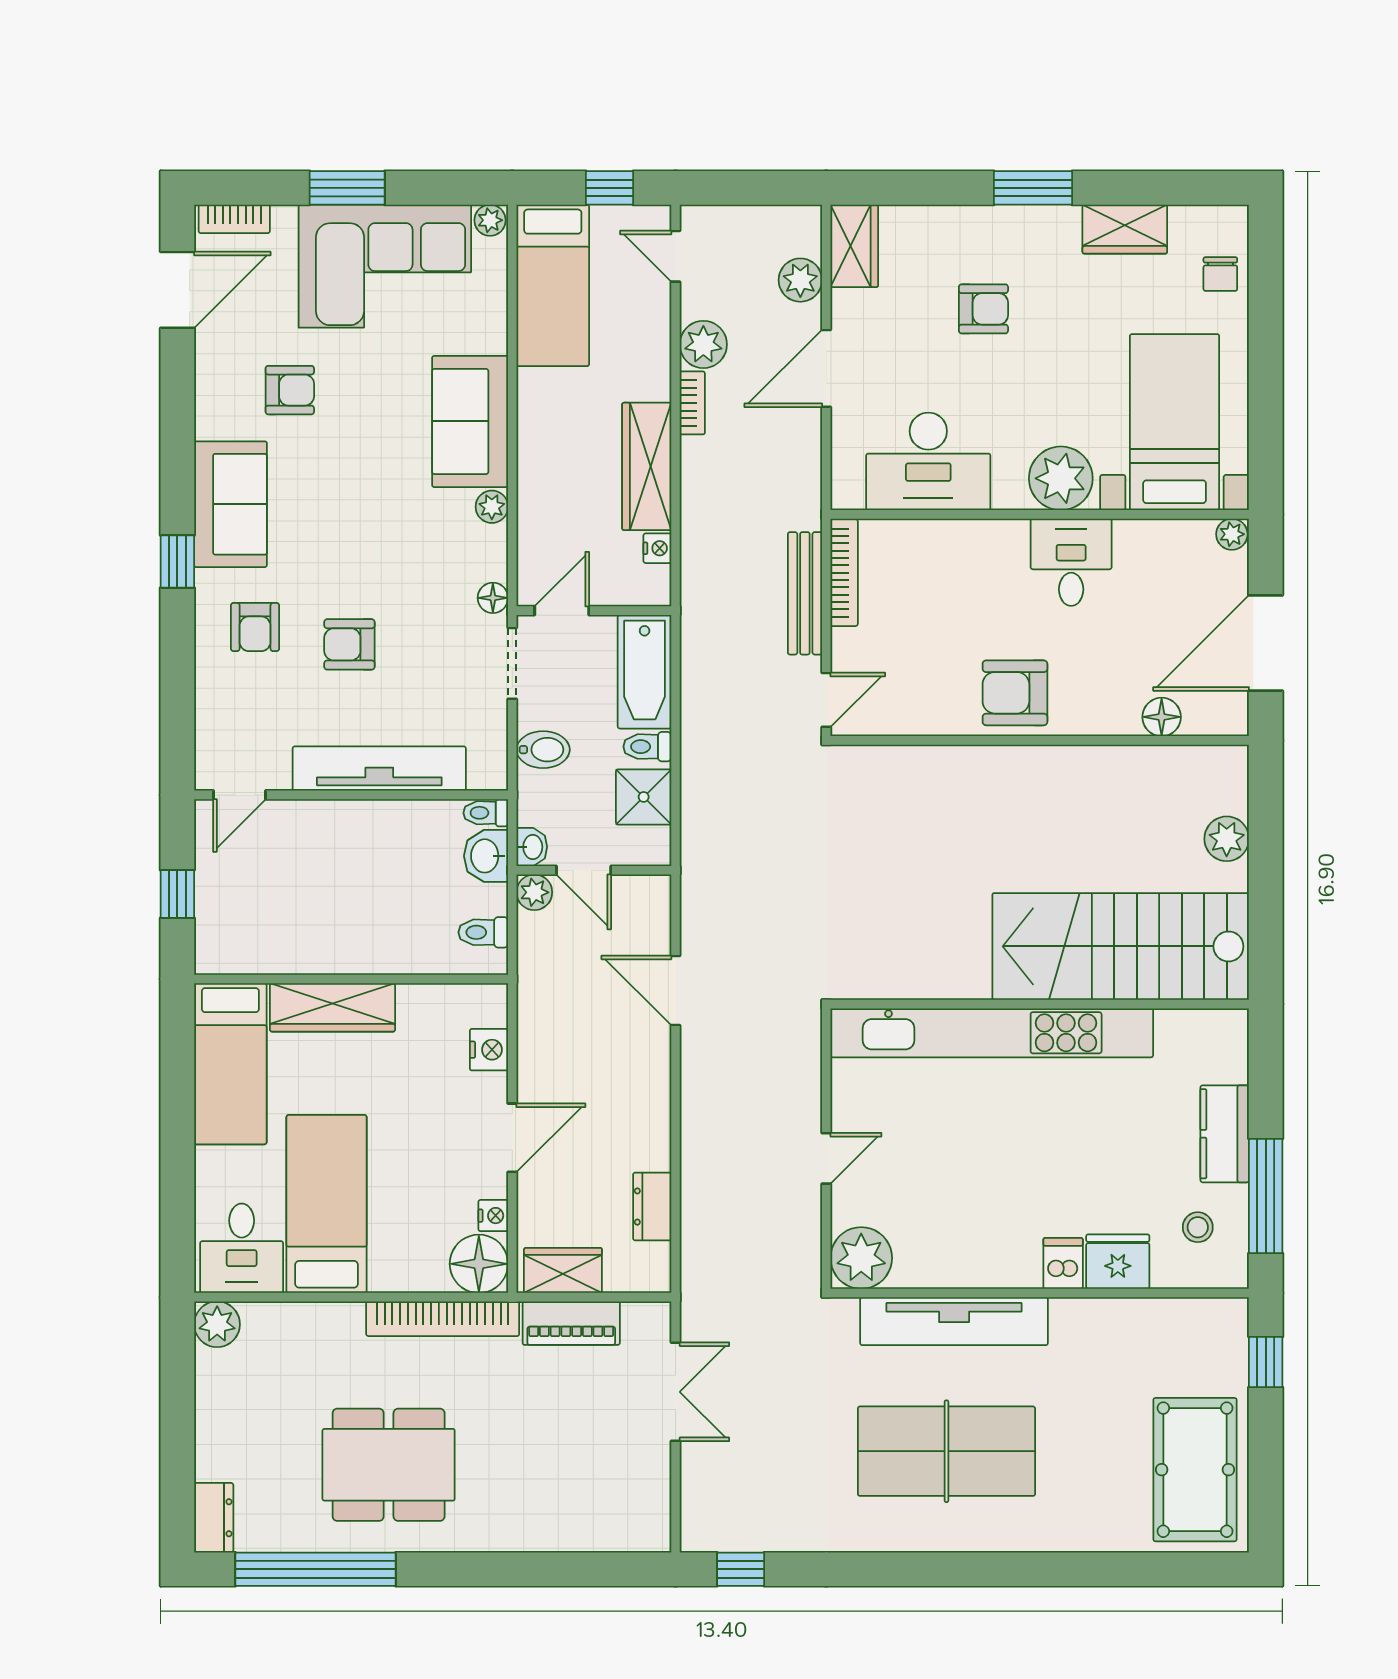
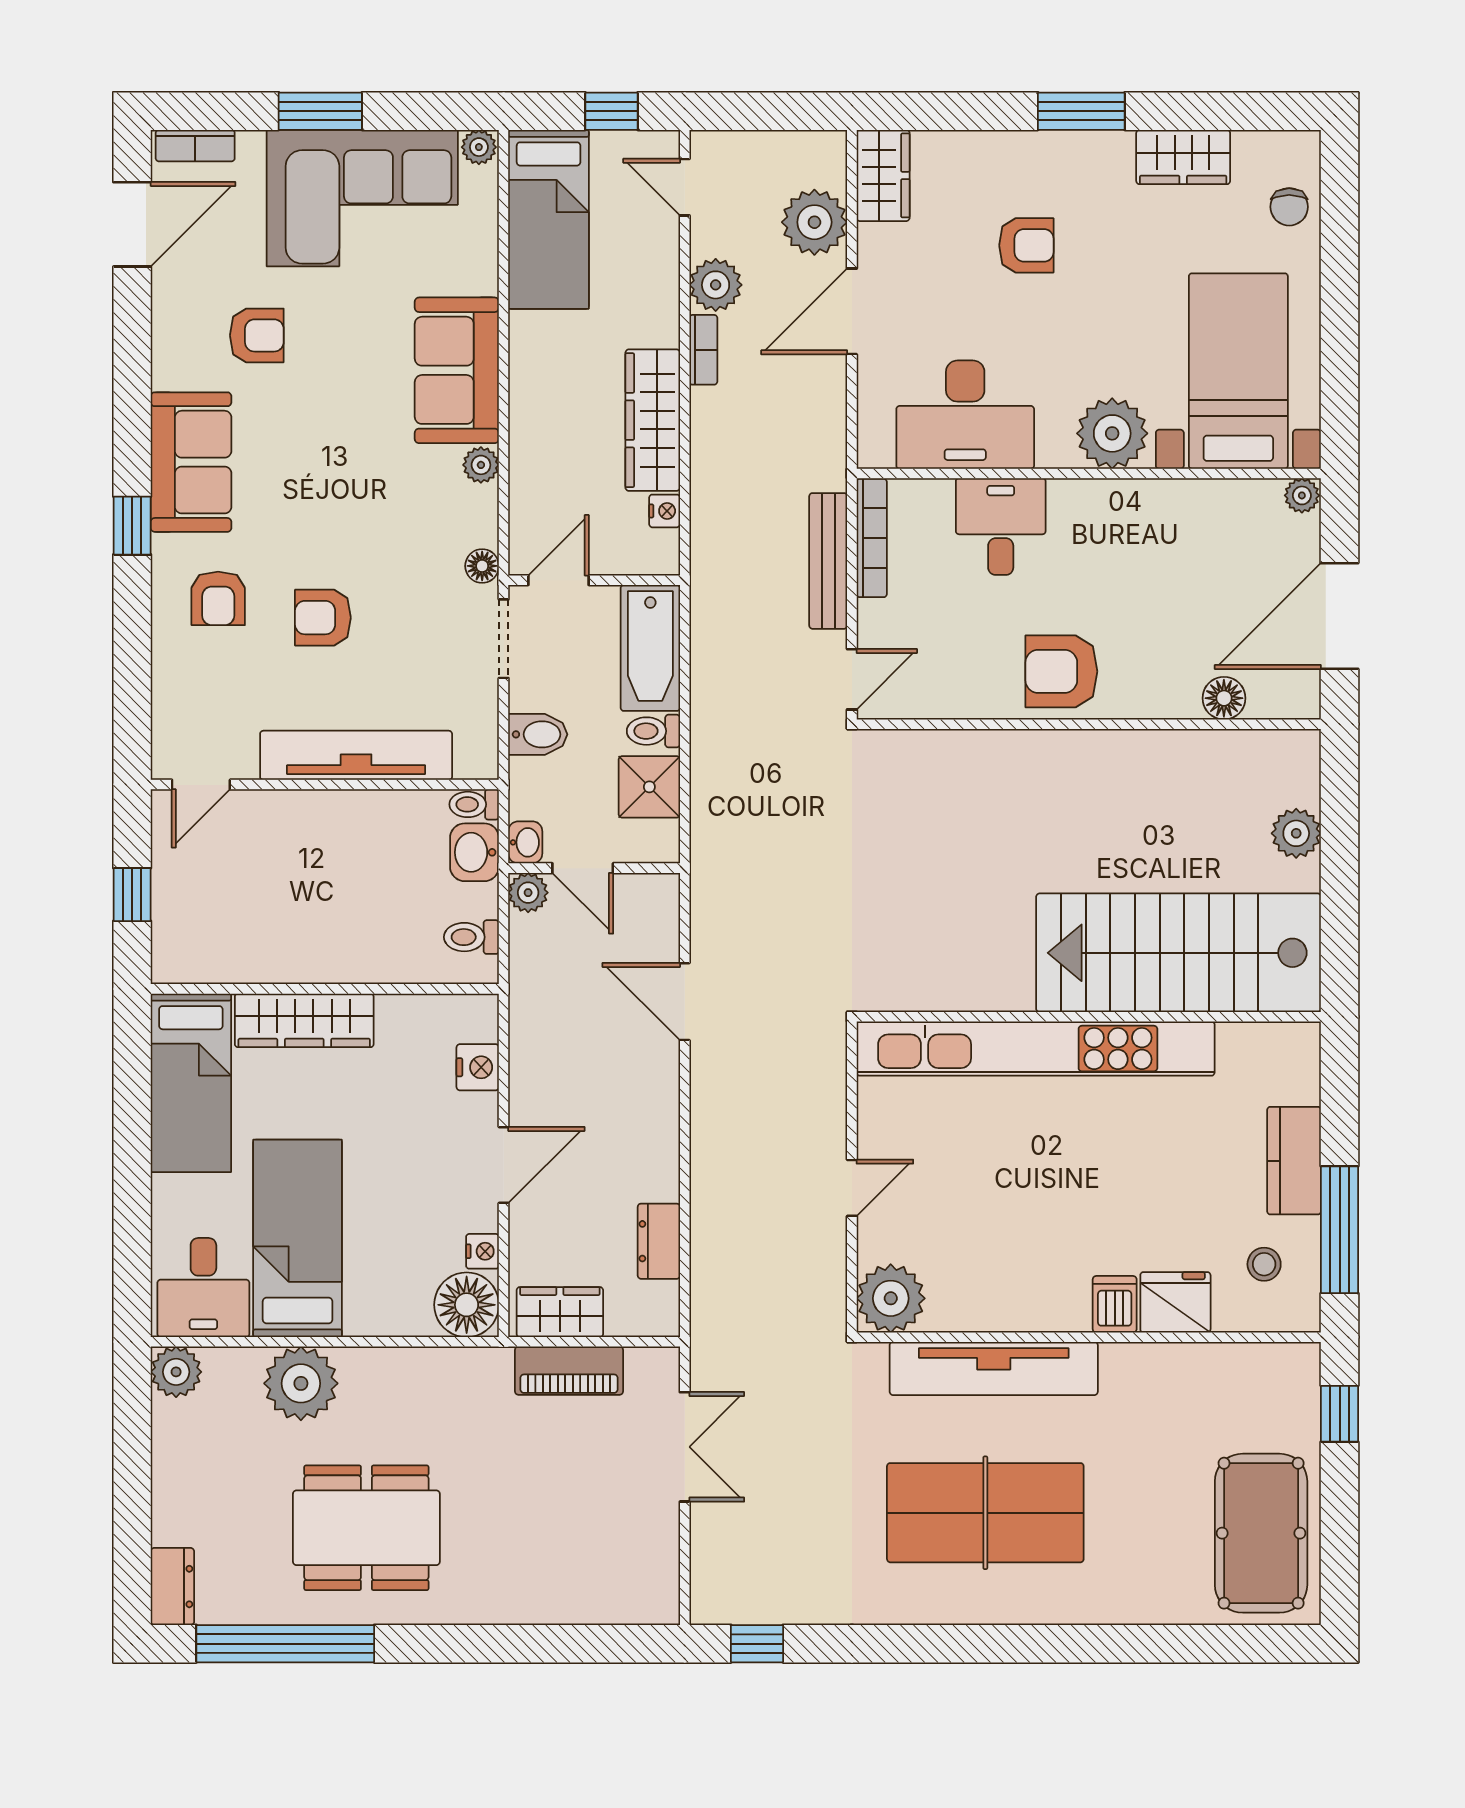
plant: (800, 280) -> (814, 222), width x1.36, depth x1.36
desk: (1071, 562) -> (1001, 527), moved
bookcase: (443, 1319) -> (426, 1366), removed
plant: (330, 1335) -> (301, 1383), added

